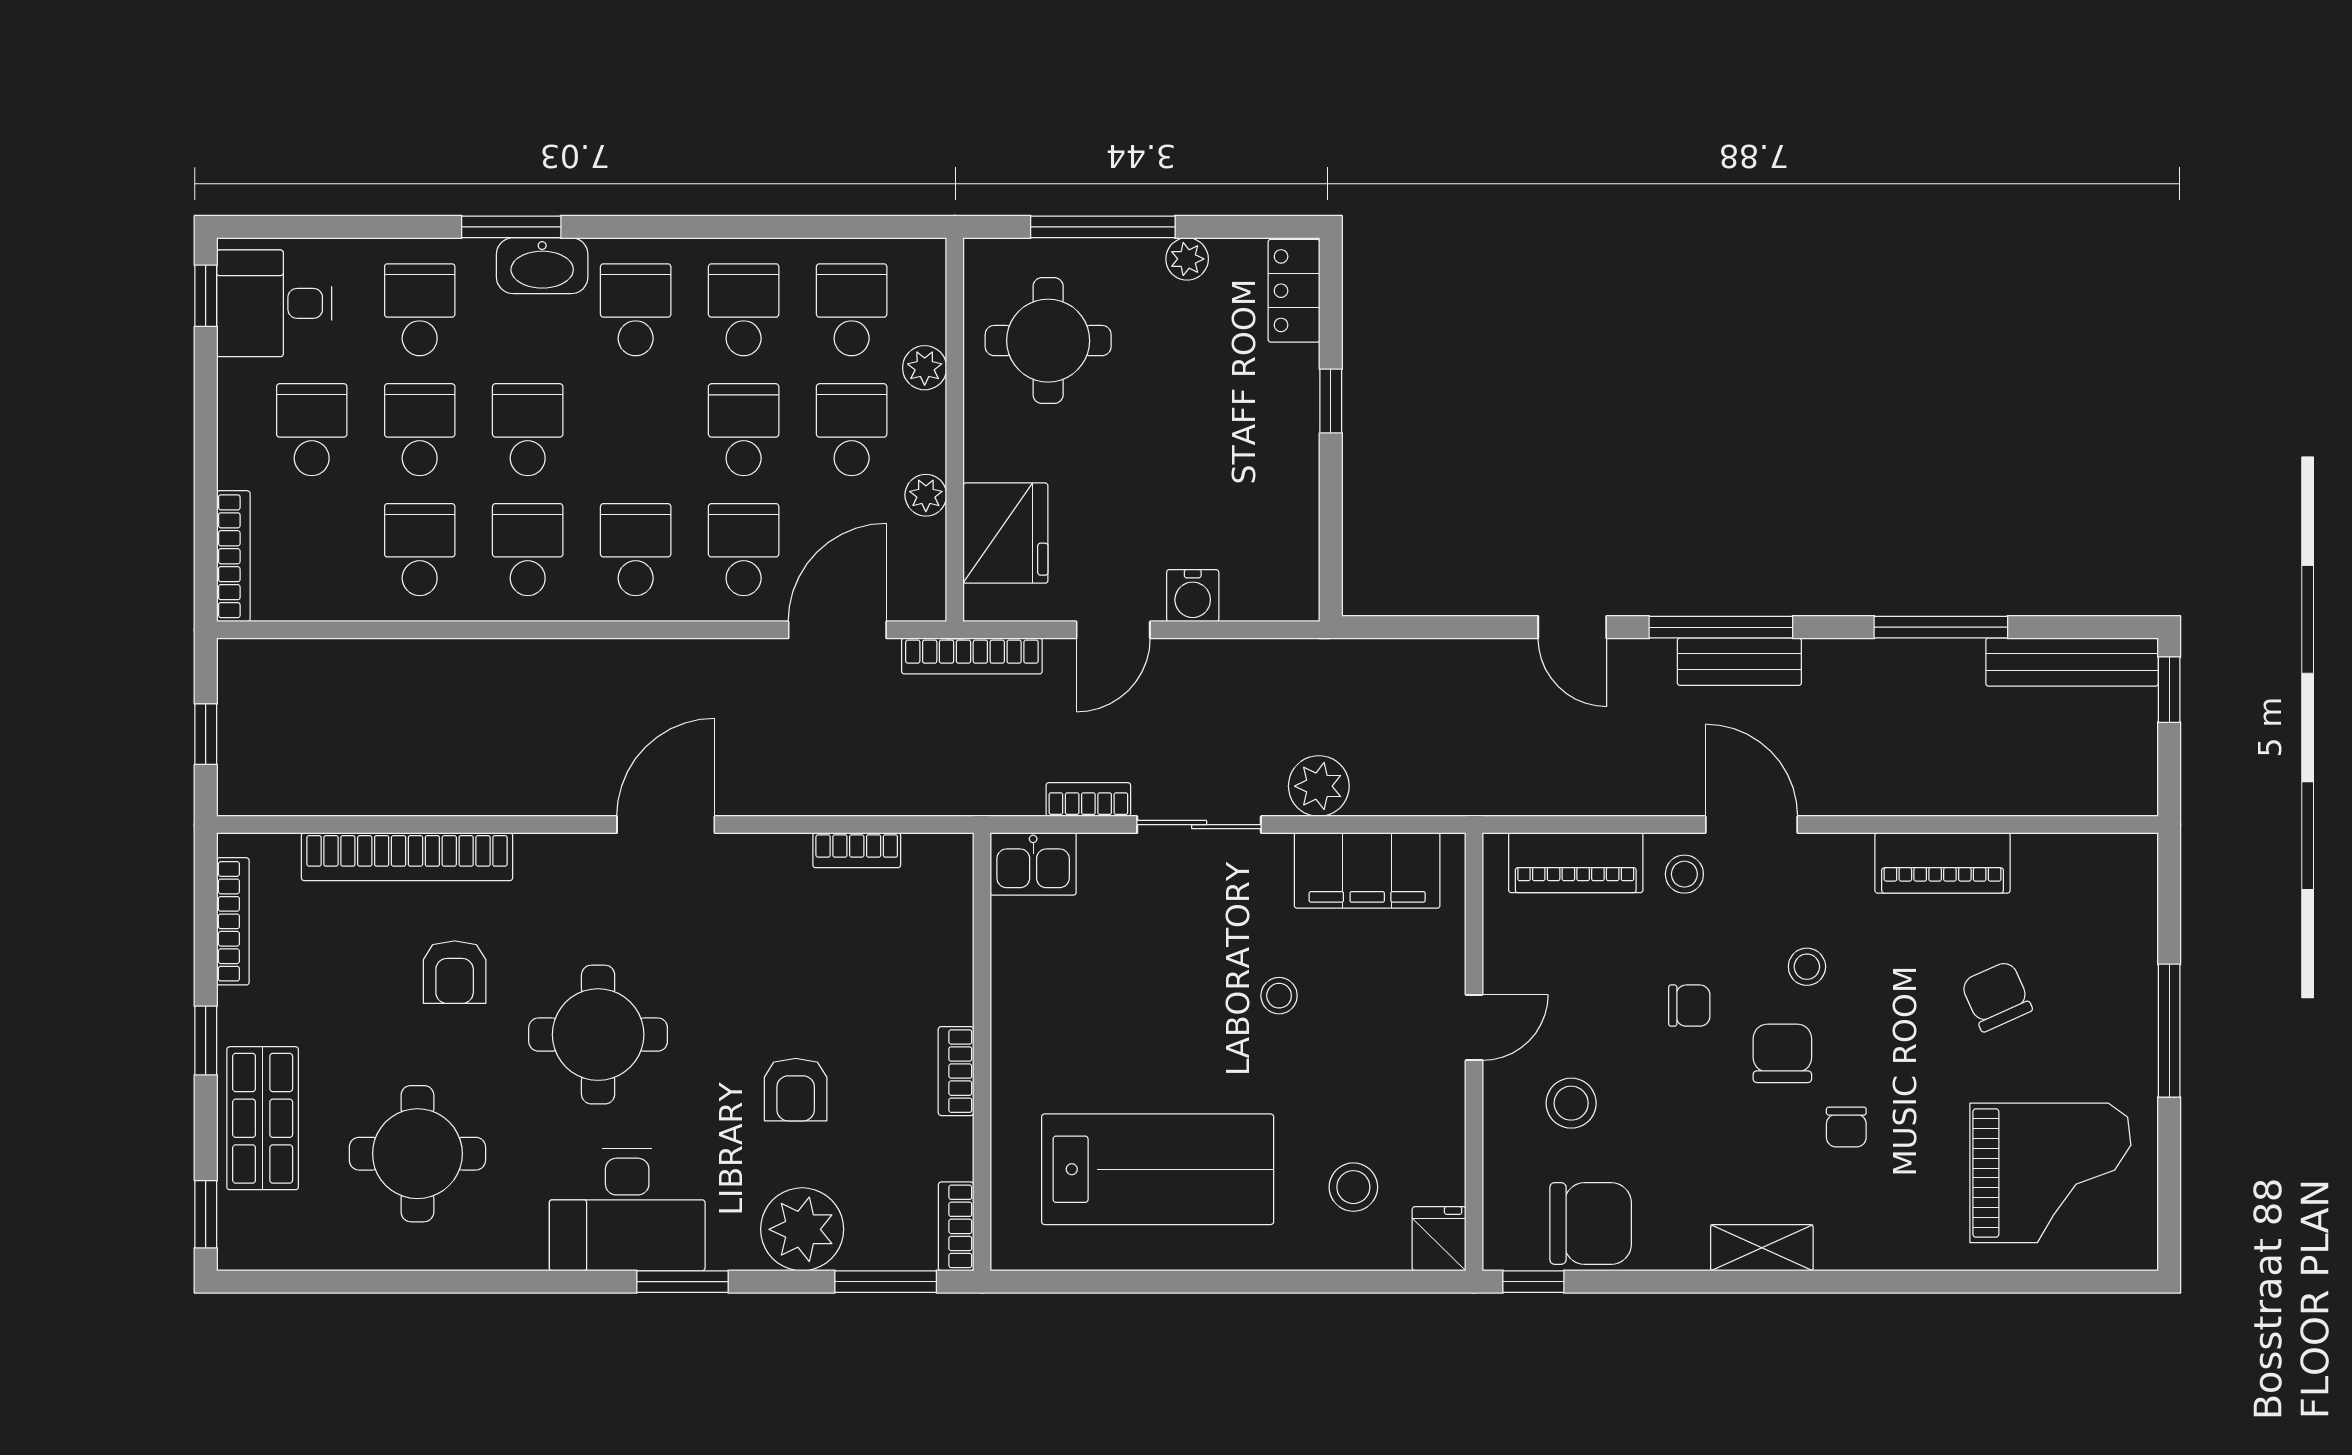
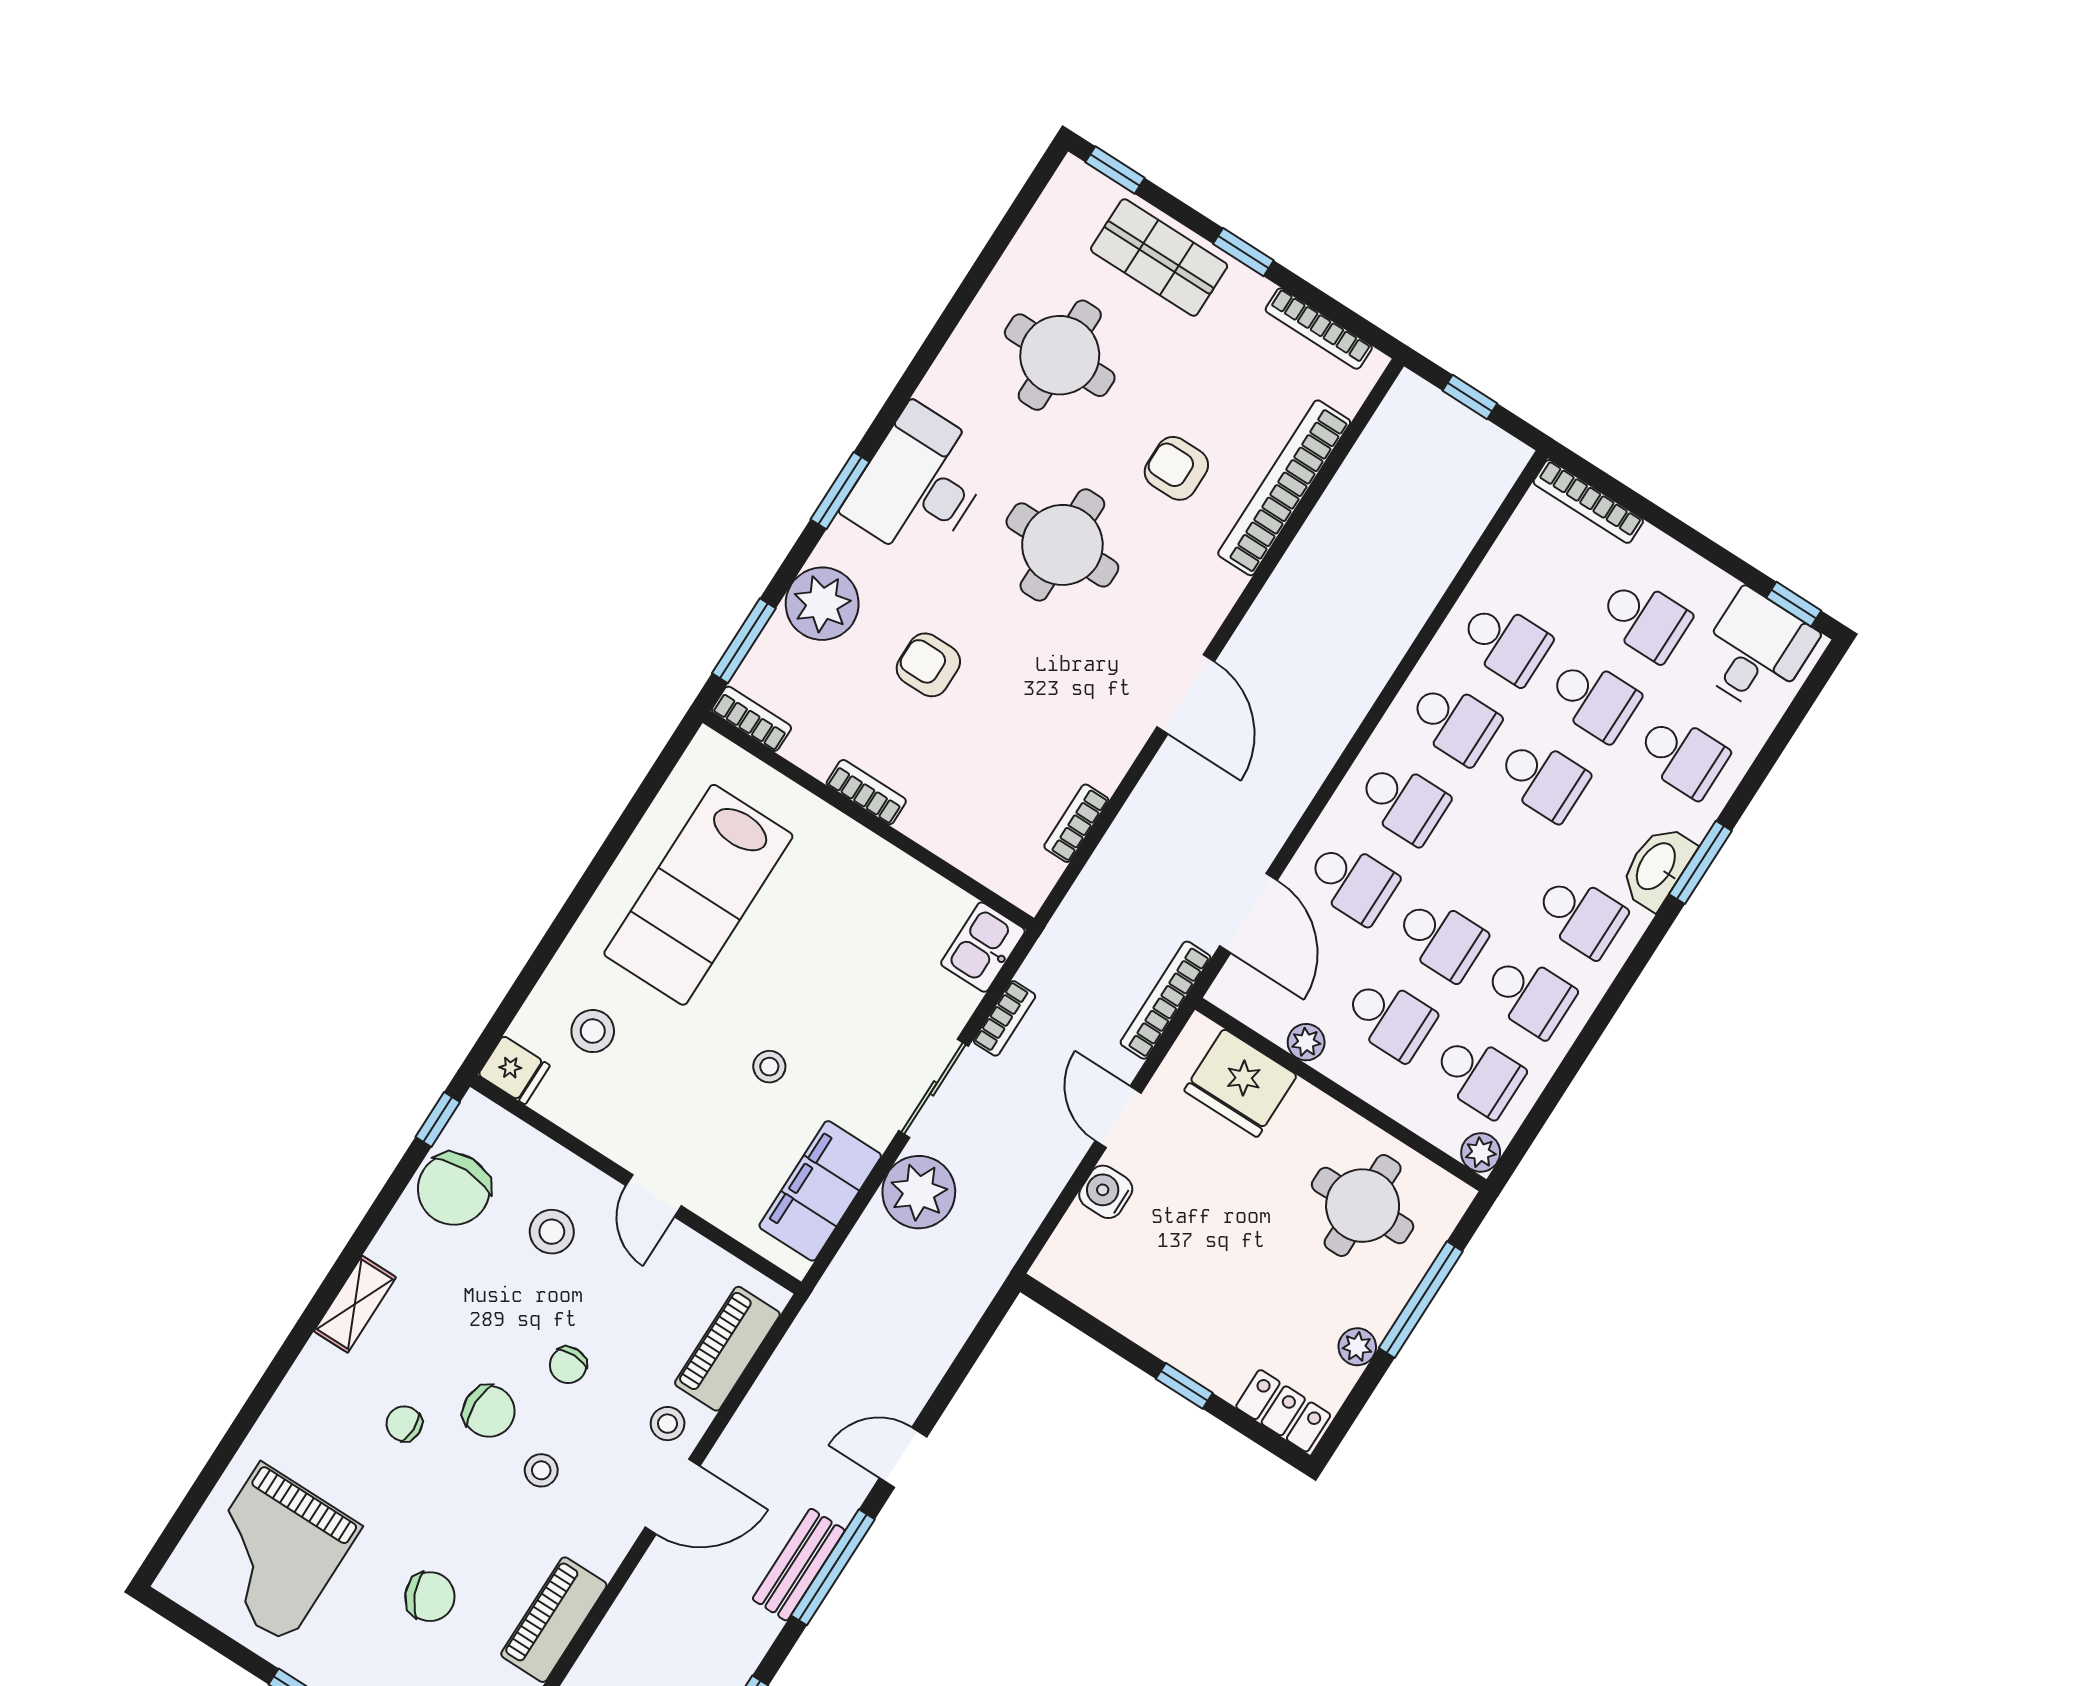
plant: (925, 368) -> (1481, 1152), moved
plant: (1319, 786) -> (919, 1192), width x1.36, depth x1.36

